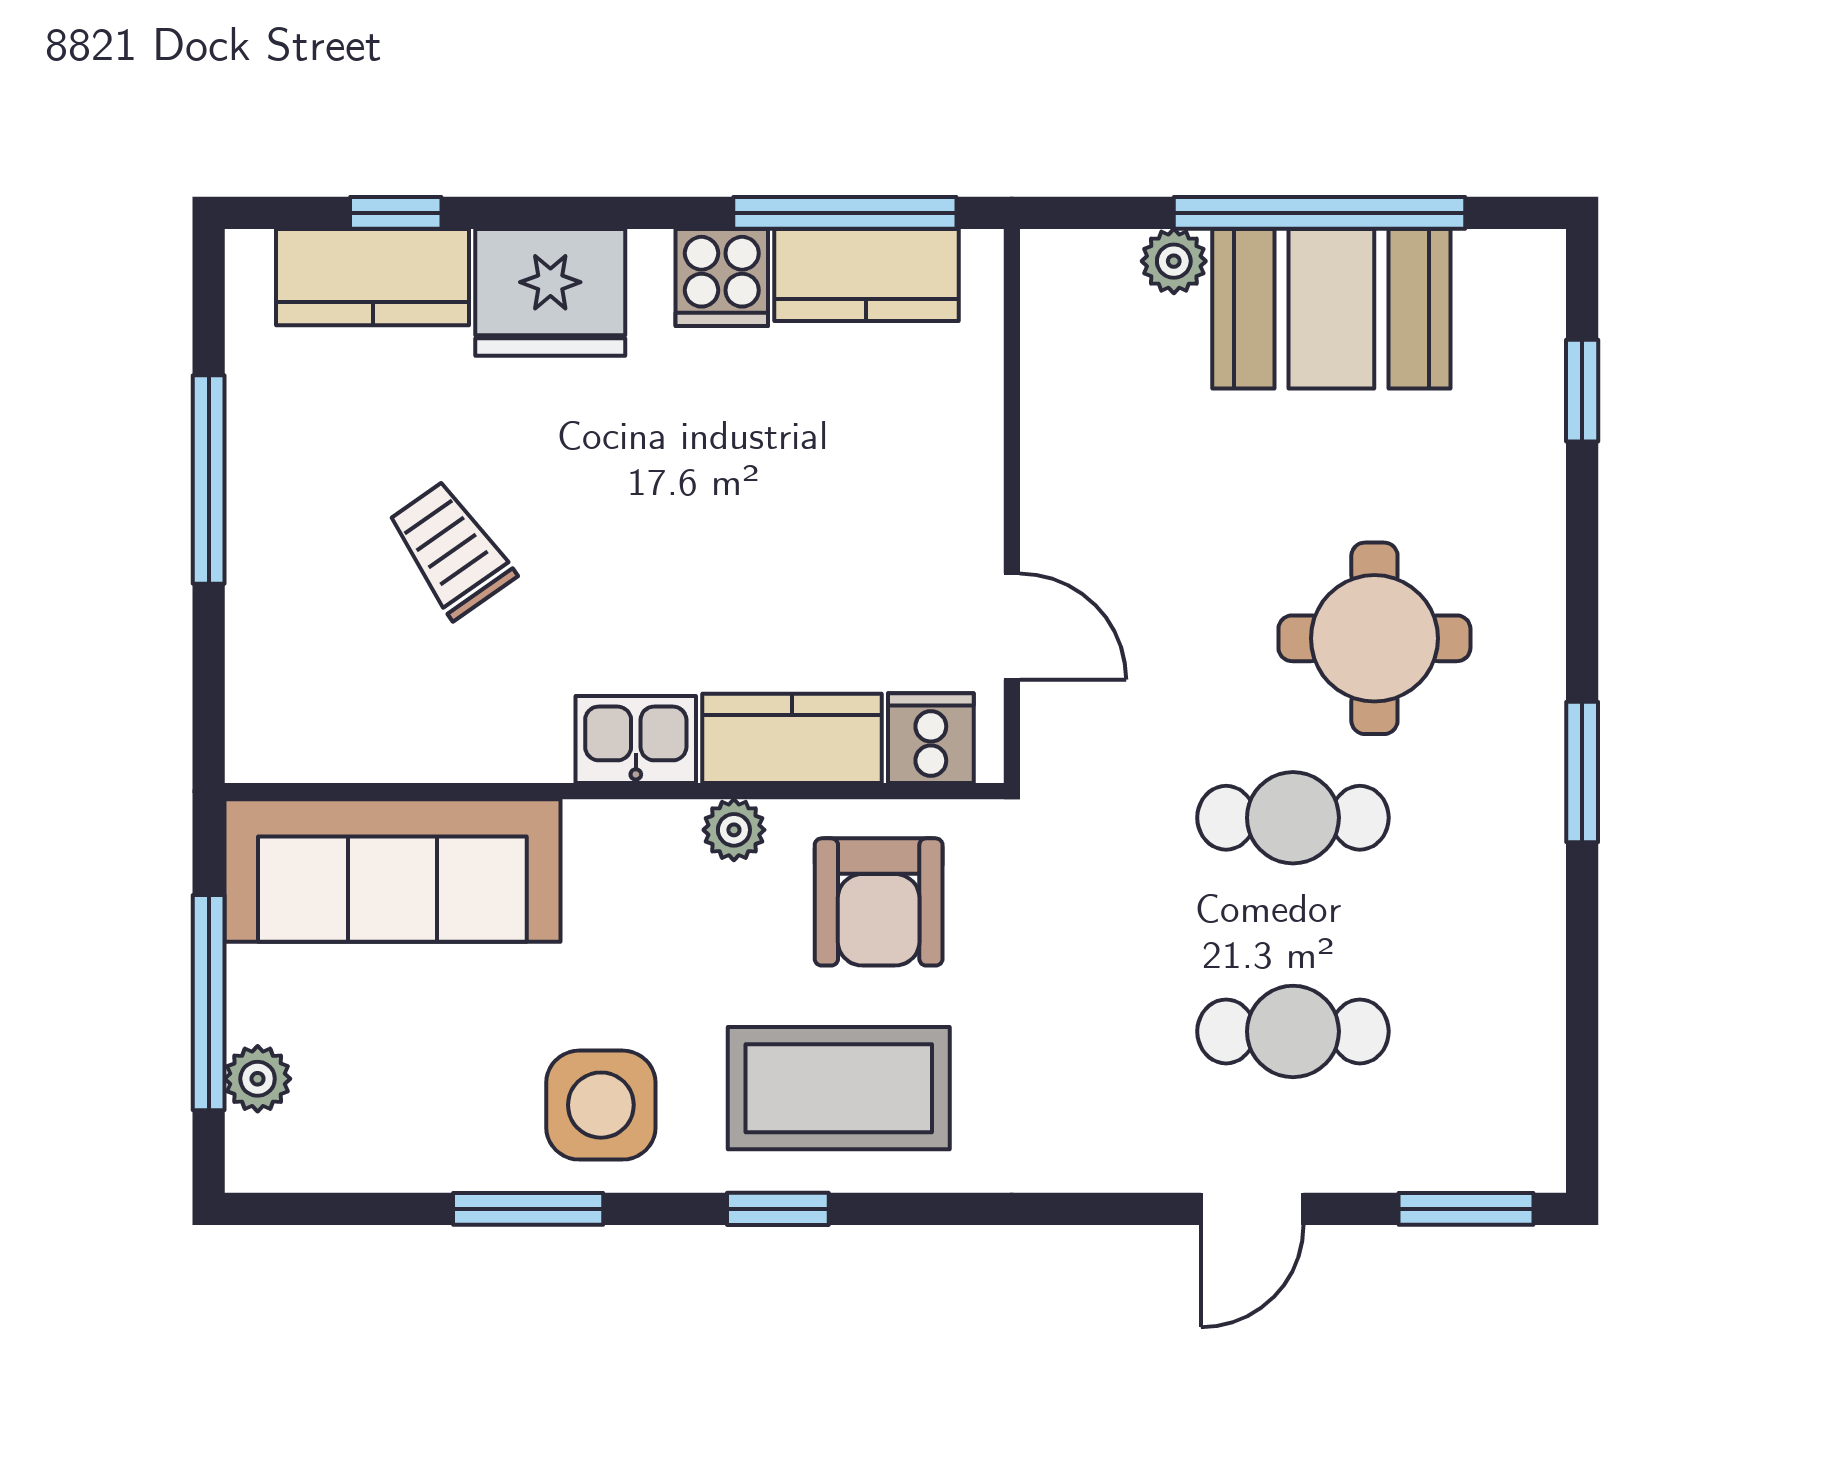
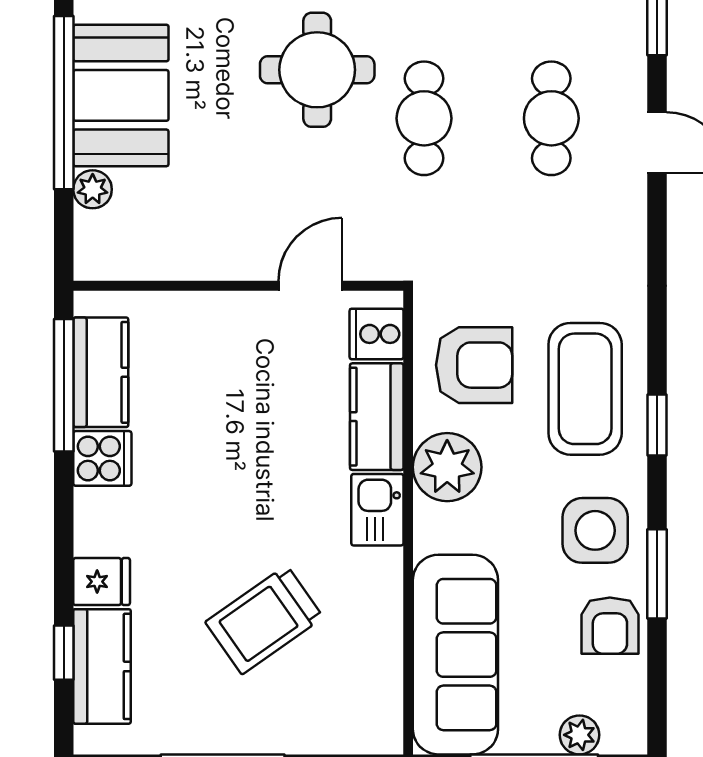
fridge: (550, 292) -> (102, 582), width x0.53, depth x0.75
trolley: (451, 550) -> (264, 620), width x1.36, depth x1.39
plant: (734, 830) -> (447, 467), width x1.87, depth x1.87
armchair: (441, 1130) -> (610, 626), added

